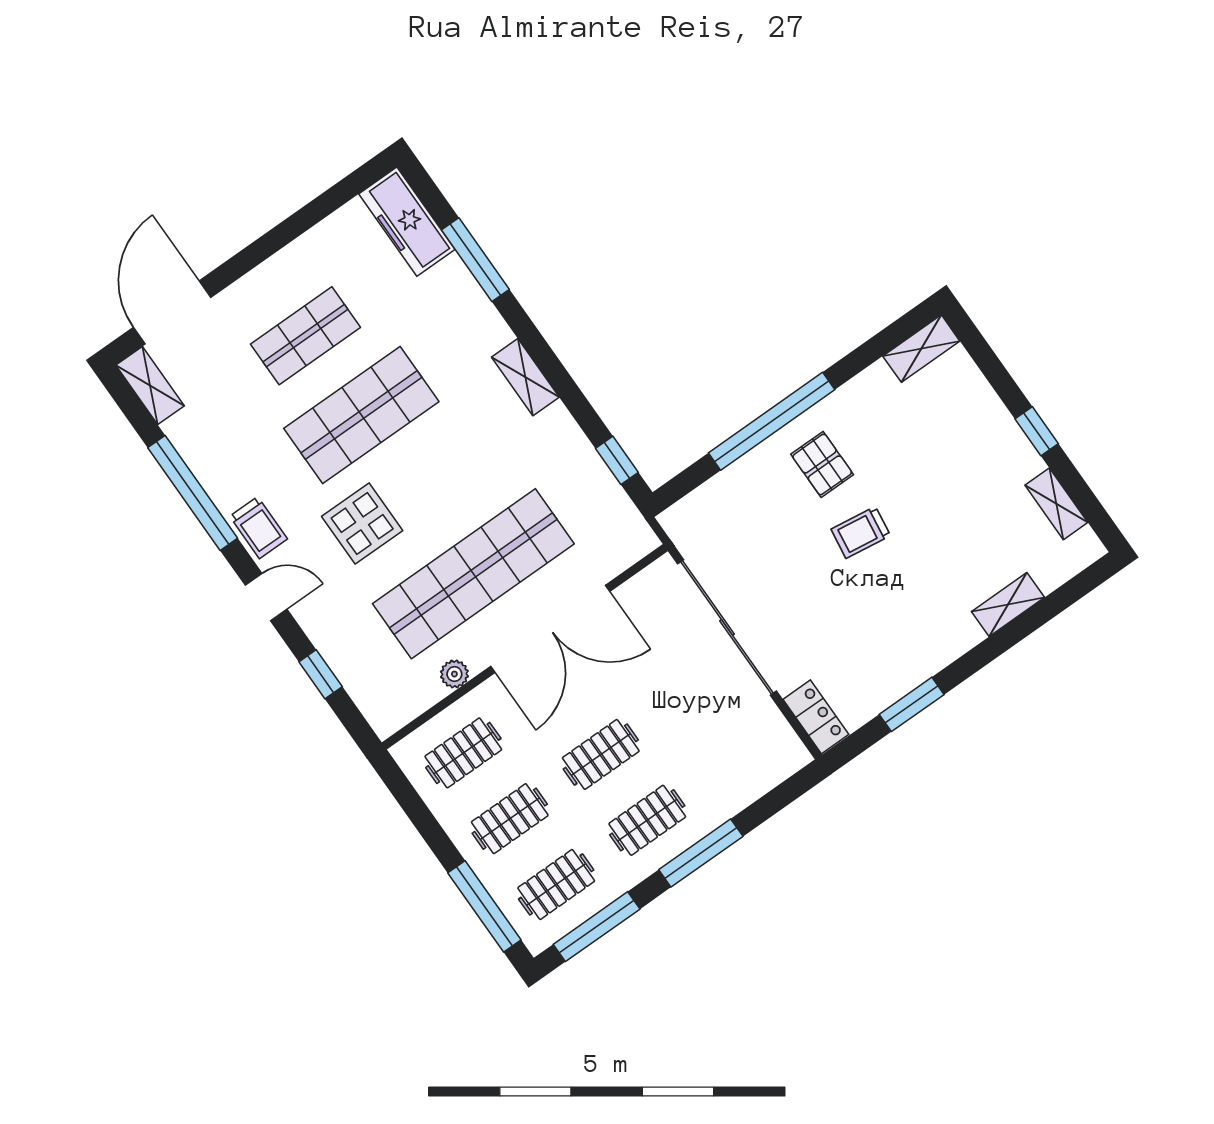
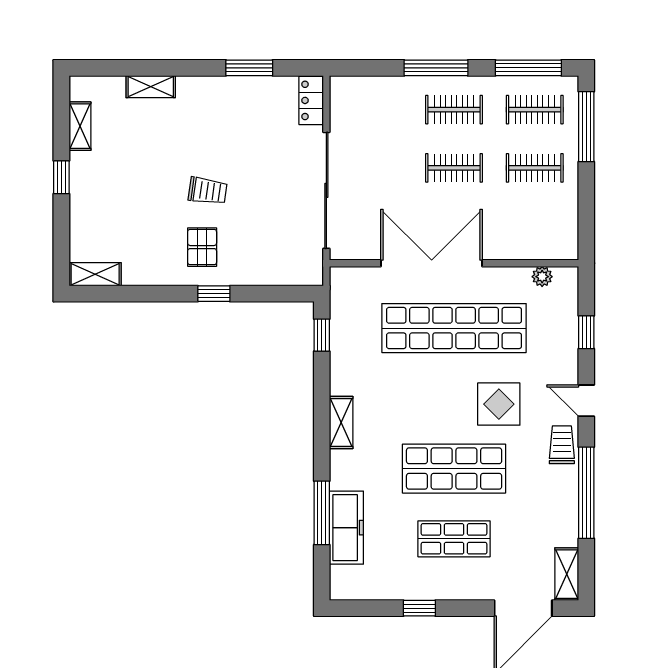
freezer: (407, 222) -> (346, 528), moved
window: (289, 230) -> (419, 608), added
window: (772, 421) -> (214, 294), width x0.32
plant: (454, 674) -> (542, 277), moved
clothes rail: (463, 753) -> (535, 226), removed

